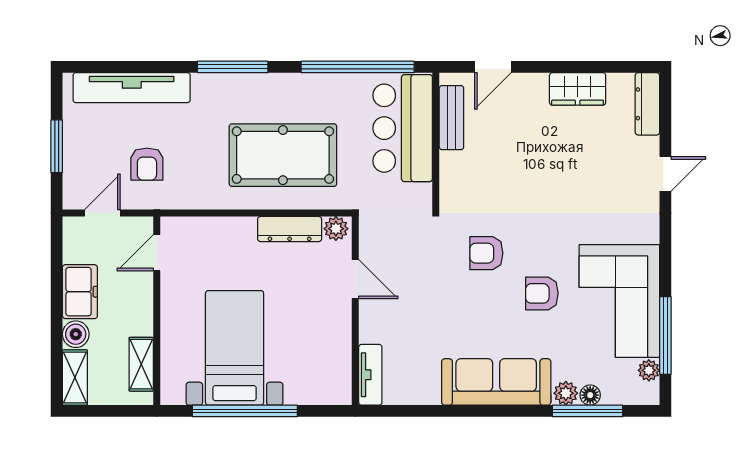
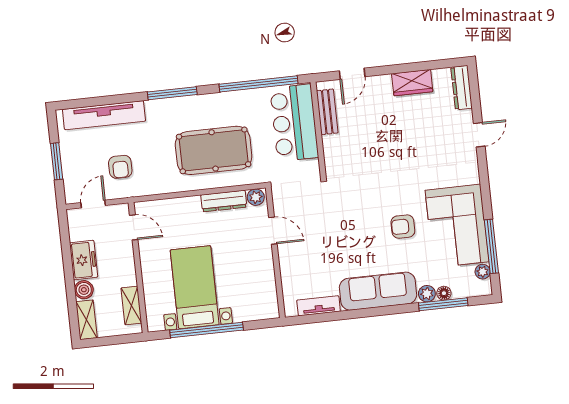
door: (157, 253) -> (134, 227), swing flipped
armchair: (486, 253) -> (362, 203), removed
tv unit: (370, 375) -> (319, 306), moved, turned -90

